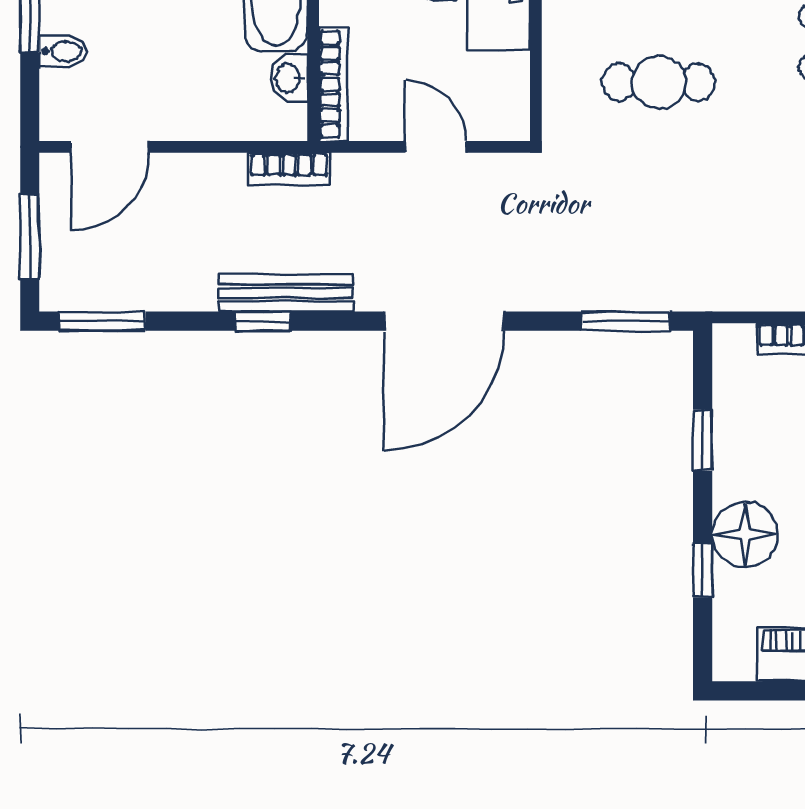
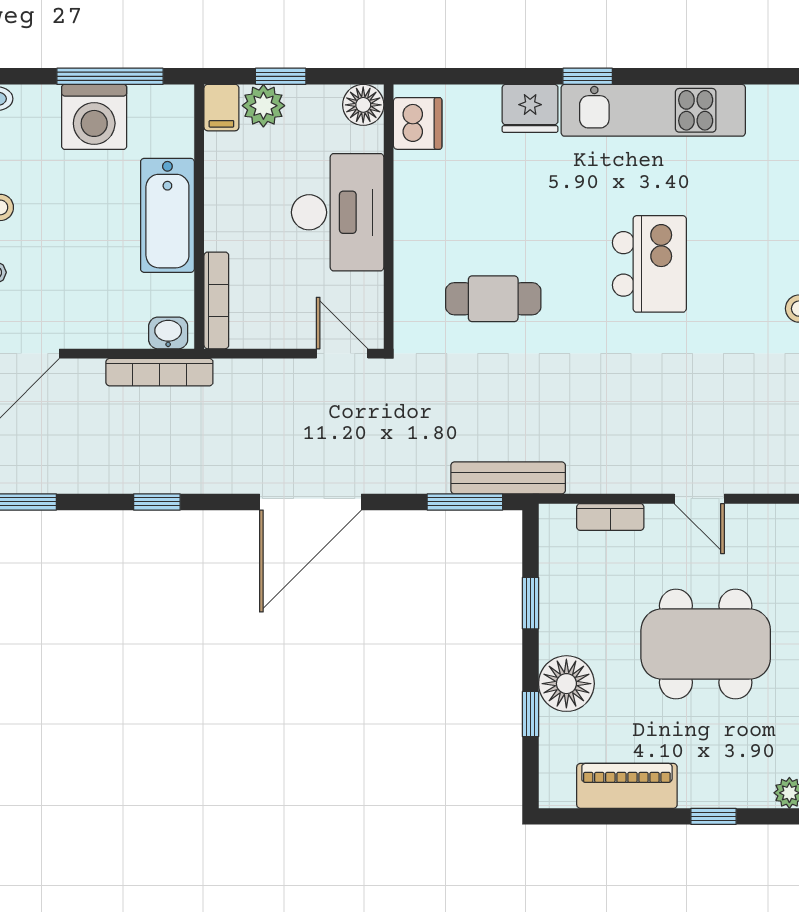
washbasin: (289, 78) -> (168, 333), moved, turned 90
door: (436, 147) -> (342, 354), moved
bookcase: (289, 169) -> (159, 372), width x1.56
bench: (286, 293) -> (508, 478), moved

